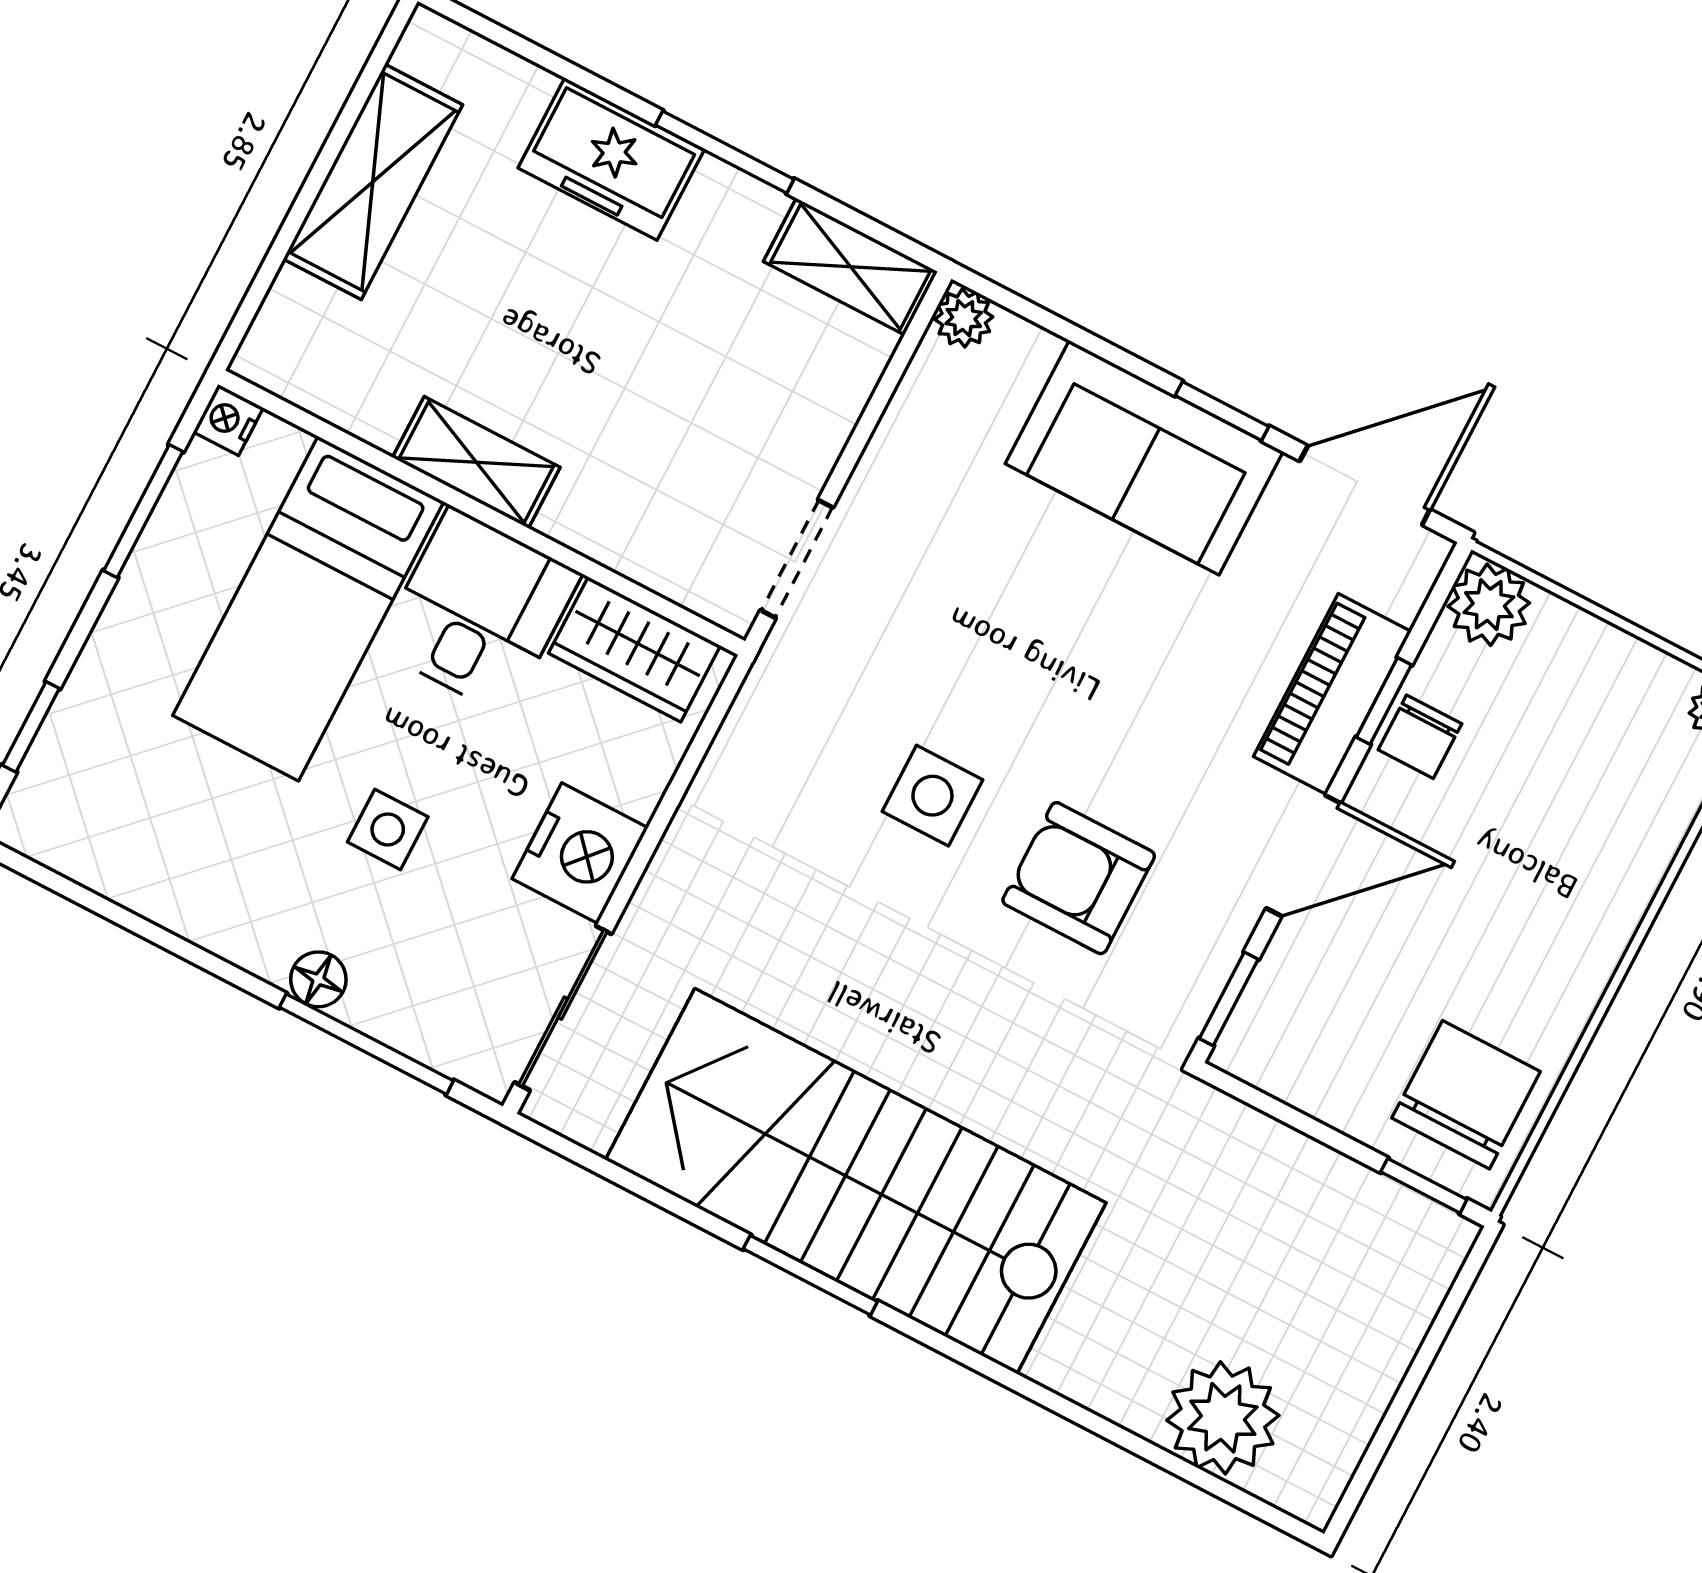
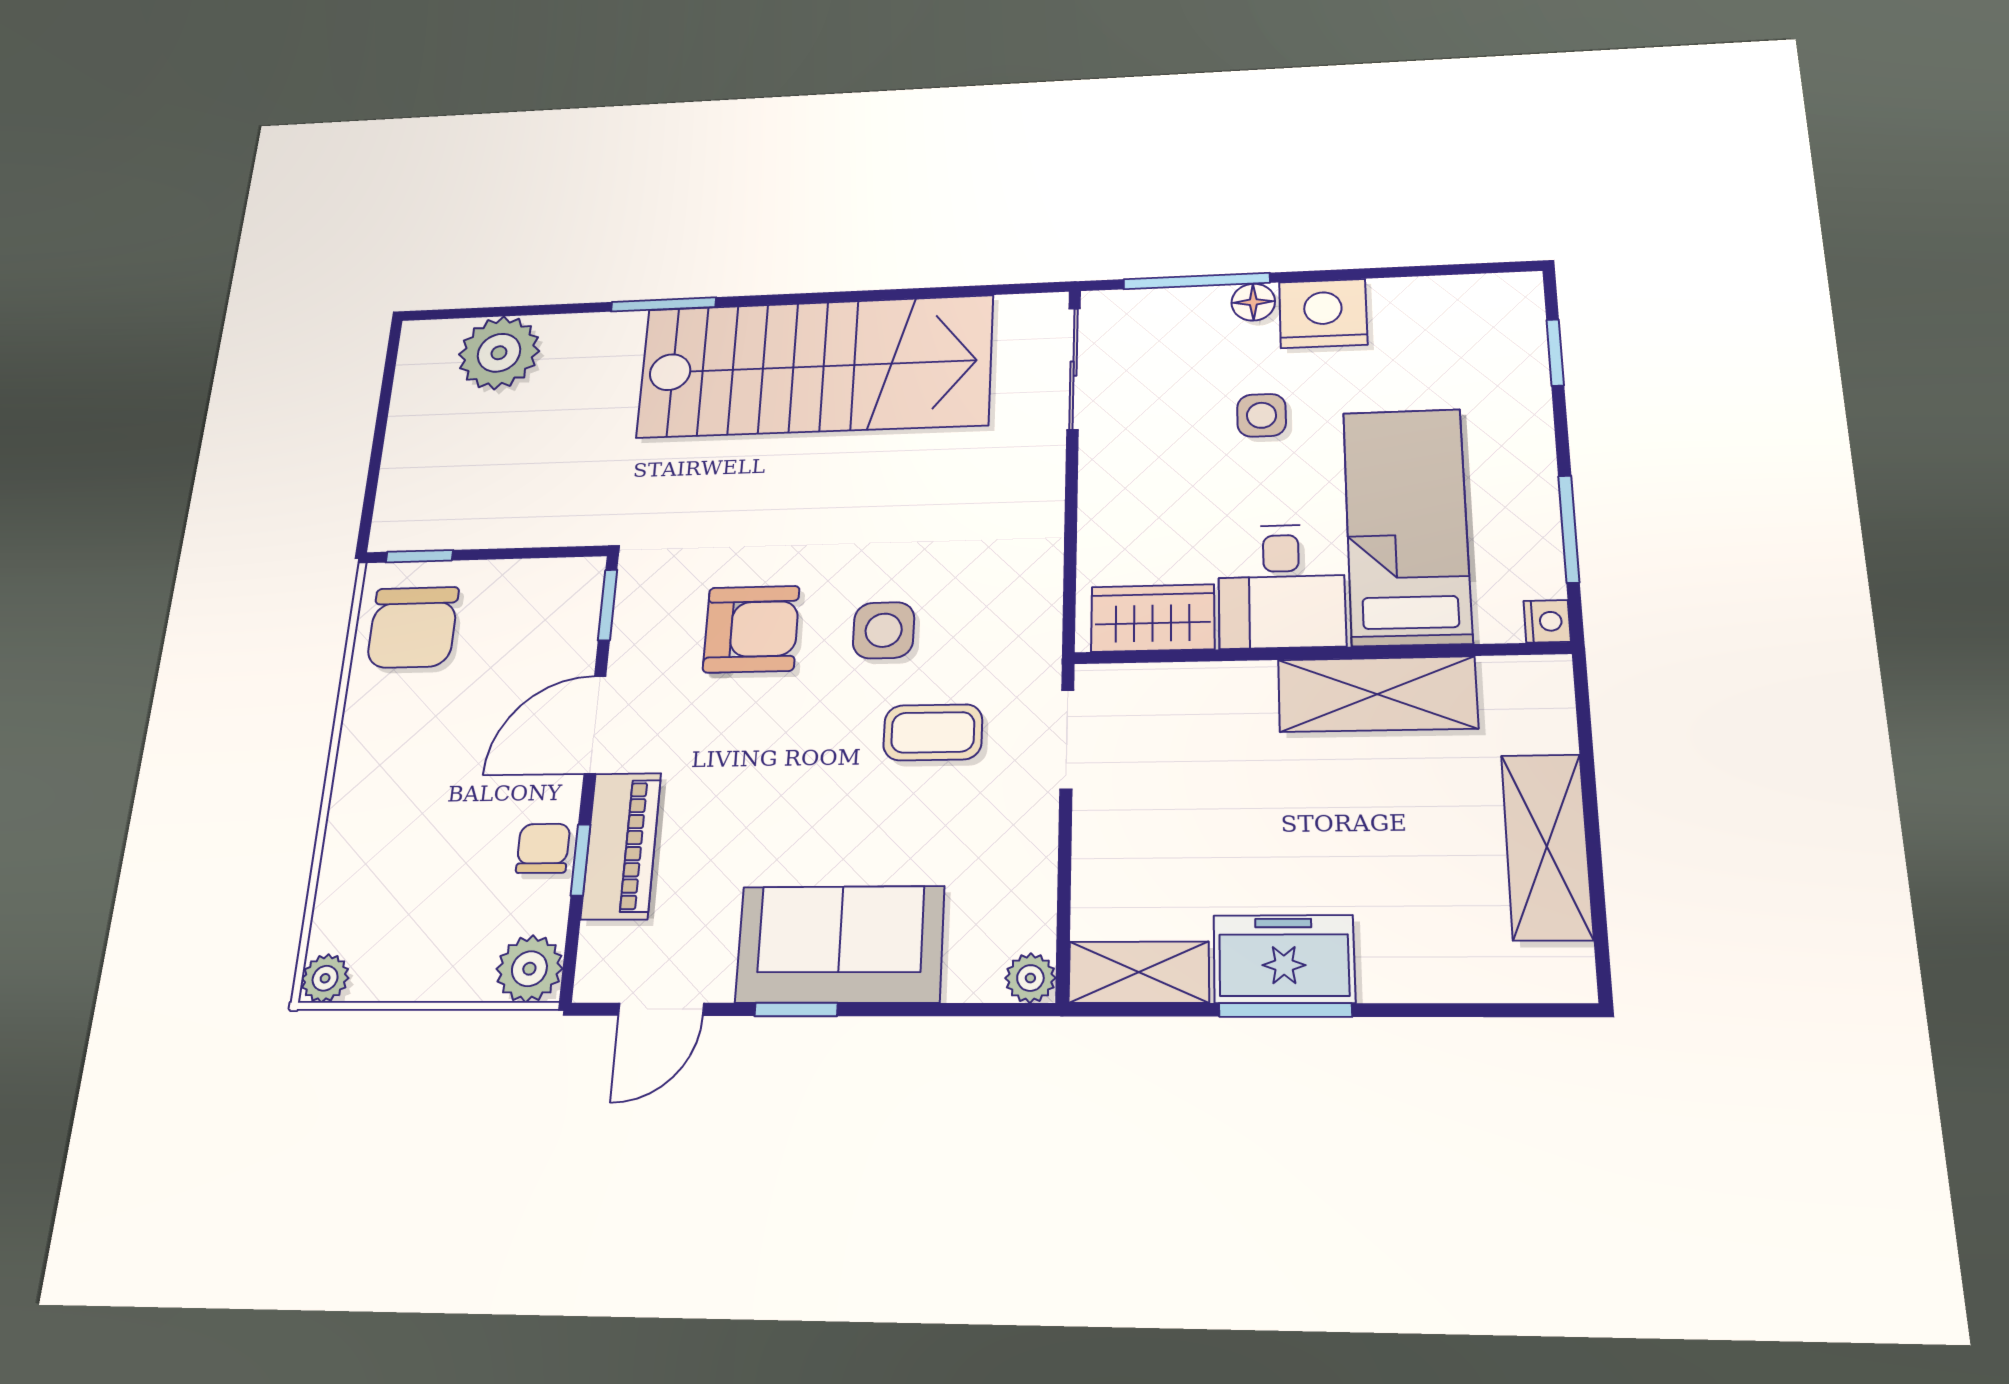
freezer: (611, 159) -> (1284, 959), moved
shelving: (476, 462) -> (1377, 694), width x1.50, depth x1.33
door: (1365, 485) -> (661, 1009), width x0.73
coffee table: (936, 644) -> (933, 732), added
nightstand: (580, 853) -> (1323, 313), moved, turned 90
window: (810, 1275) -> (663, 304), moved

